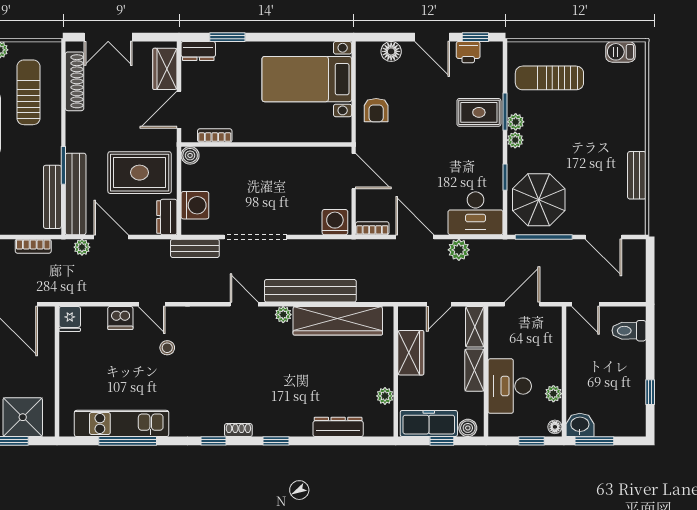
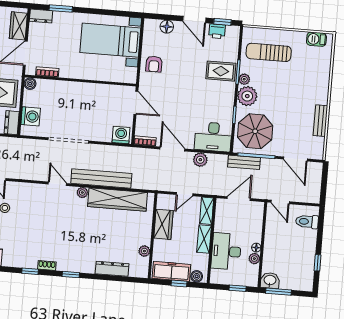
plant: (515, 140) -> (247, 96), width x1.88, depth x1.88
bench: (195, 248) -> (244, 162), moved
floor lamp: (555, 427) -> (256, 248), moved

